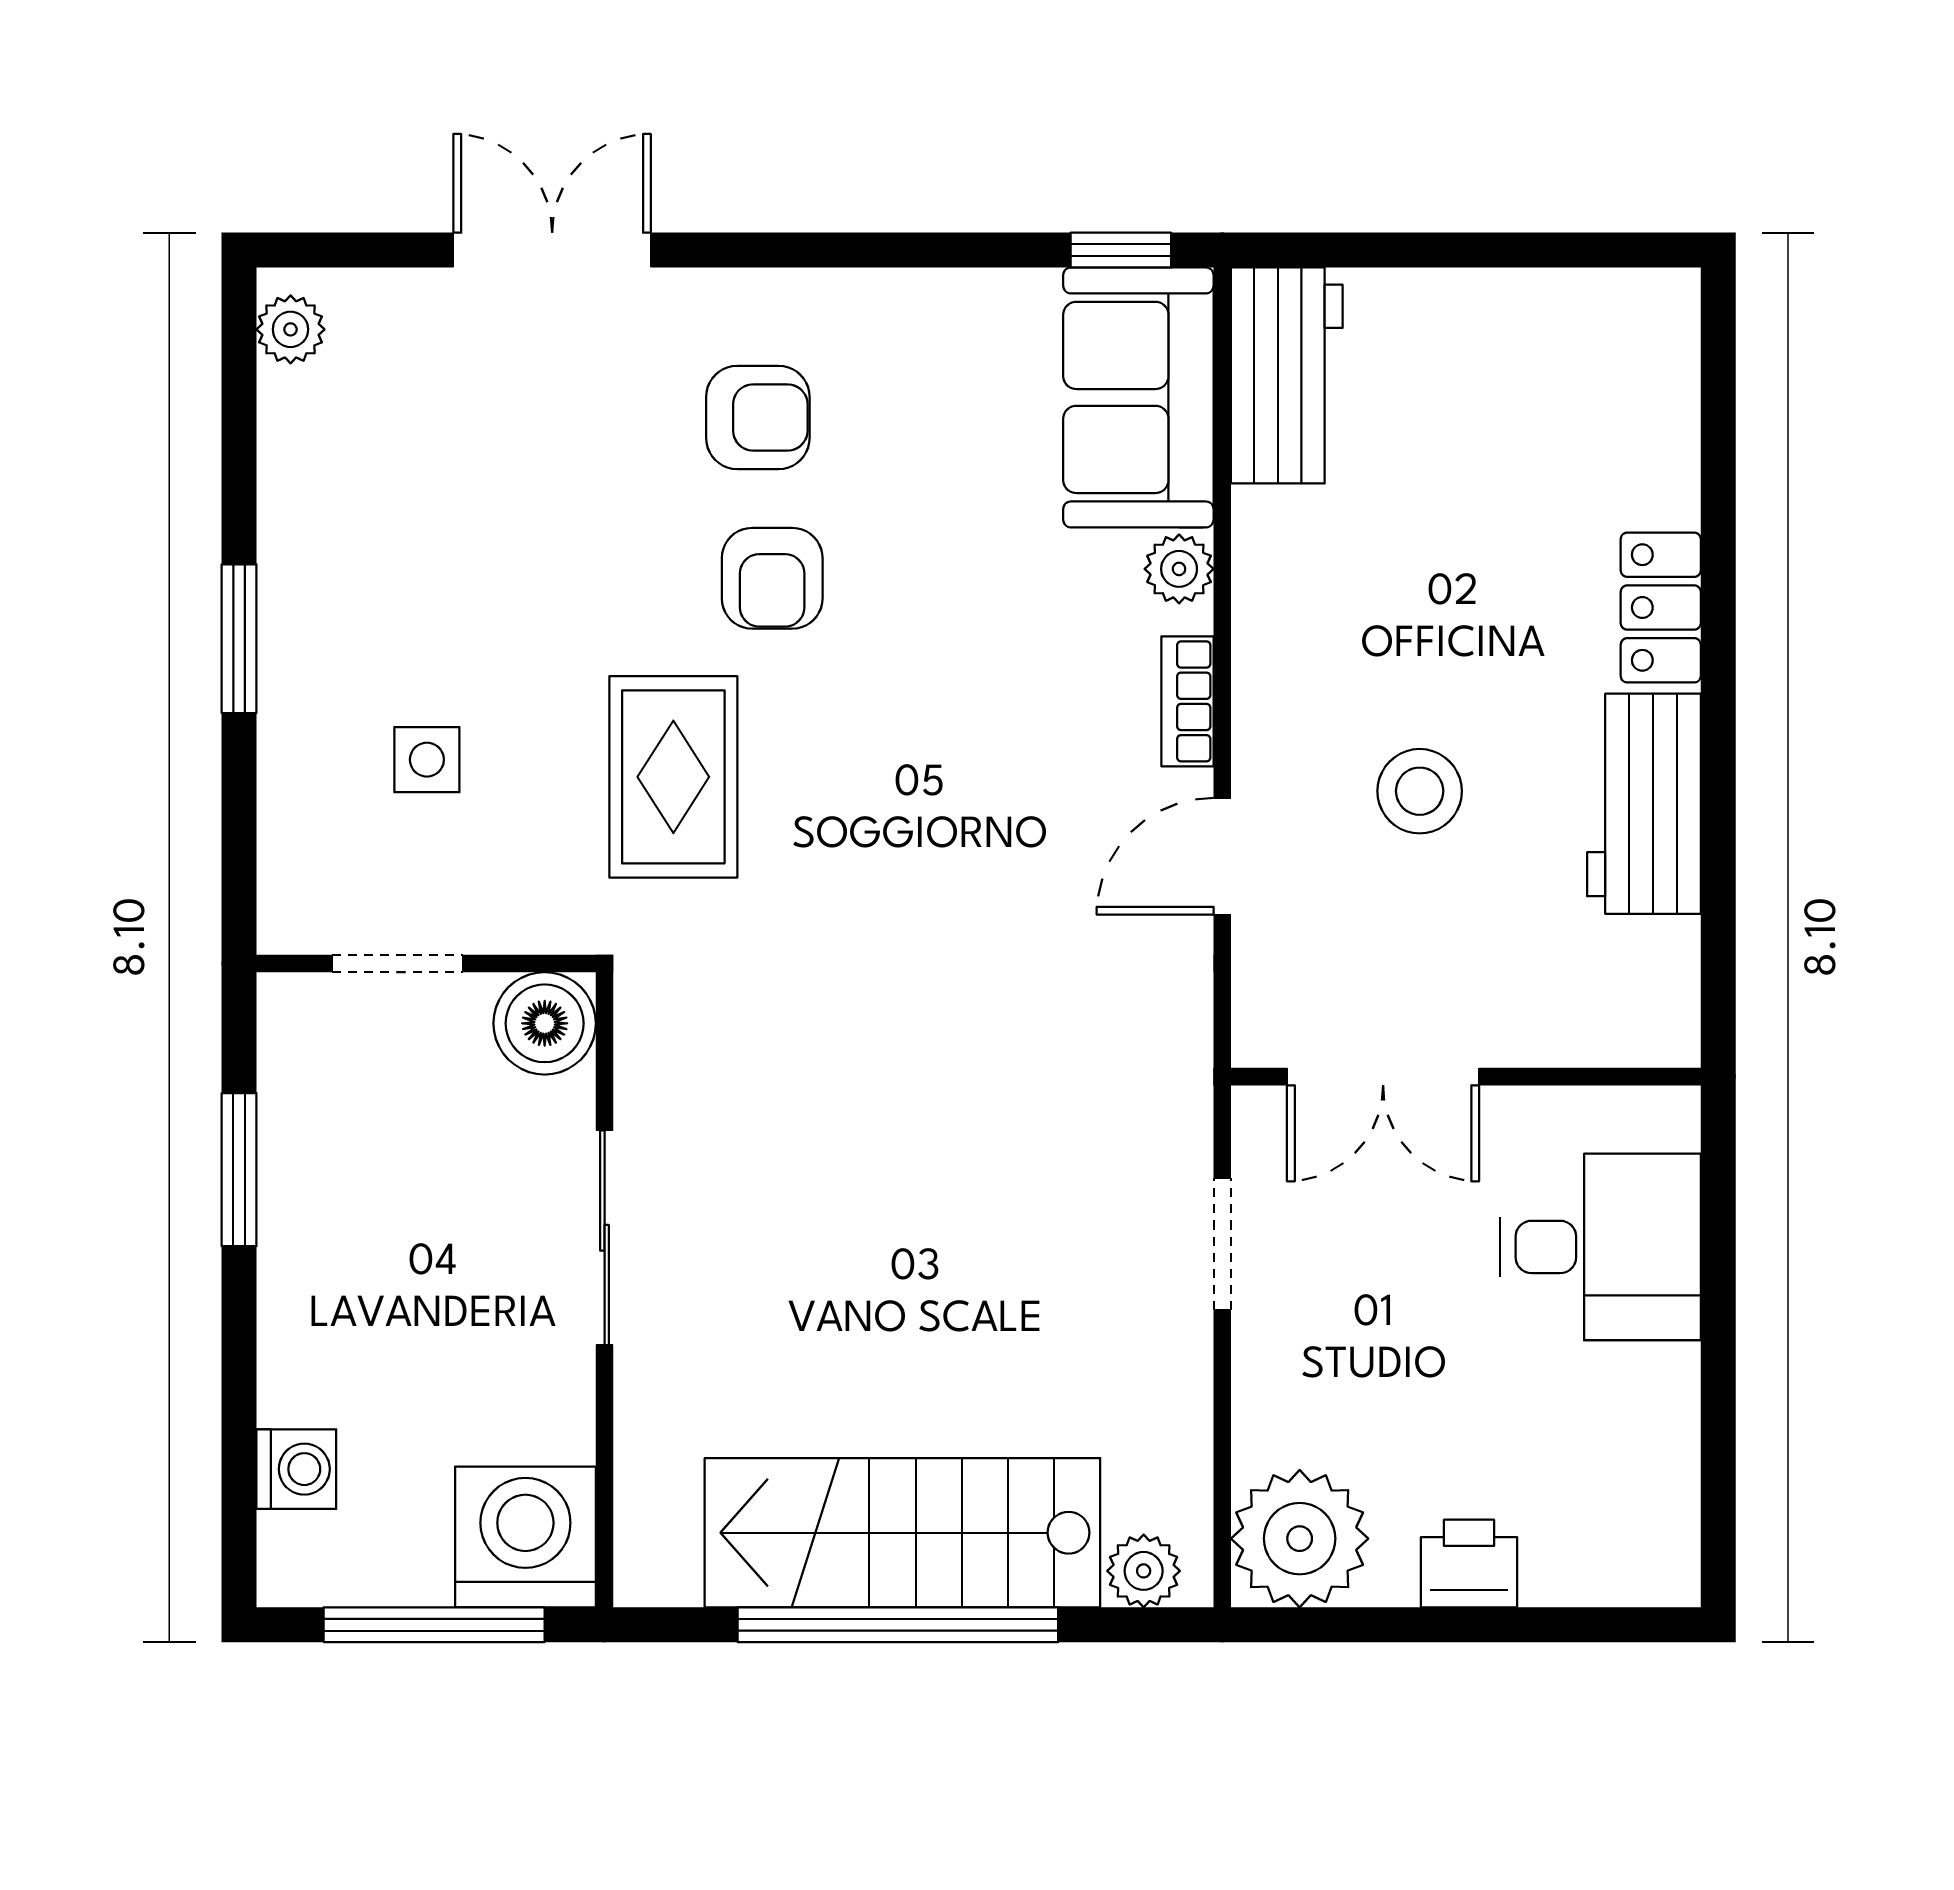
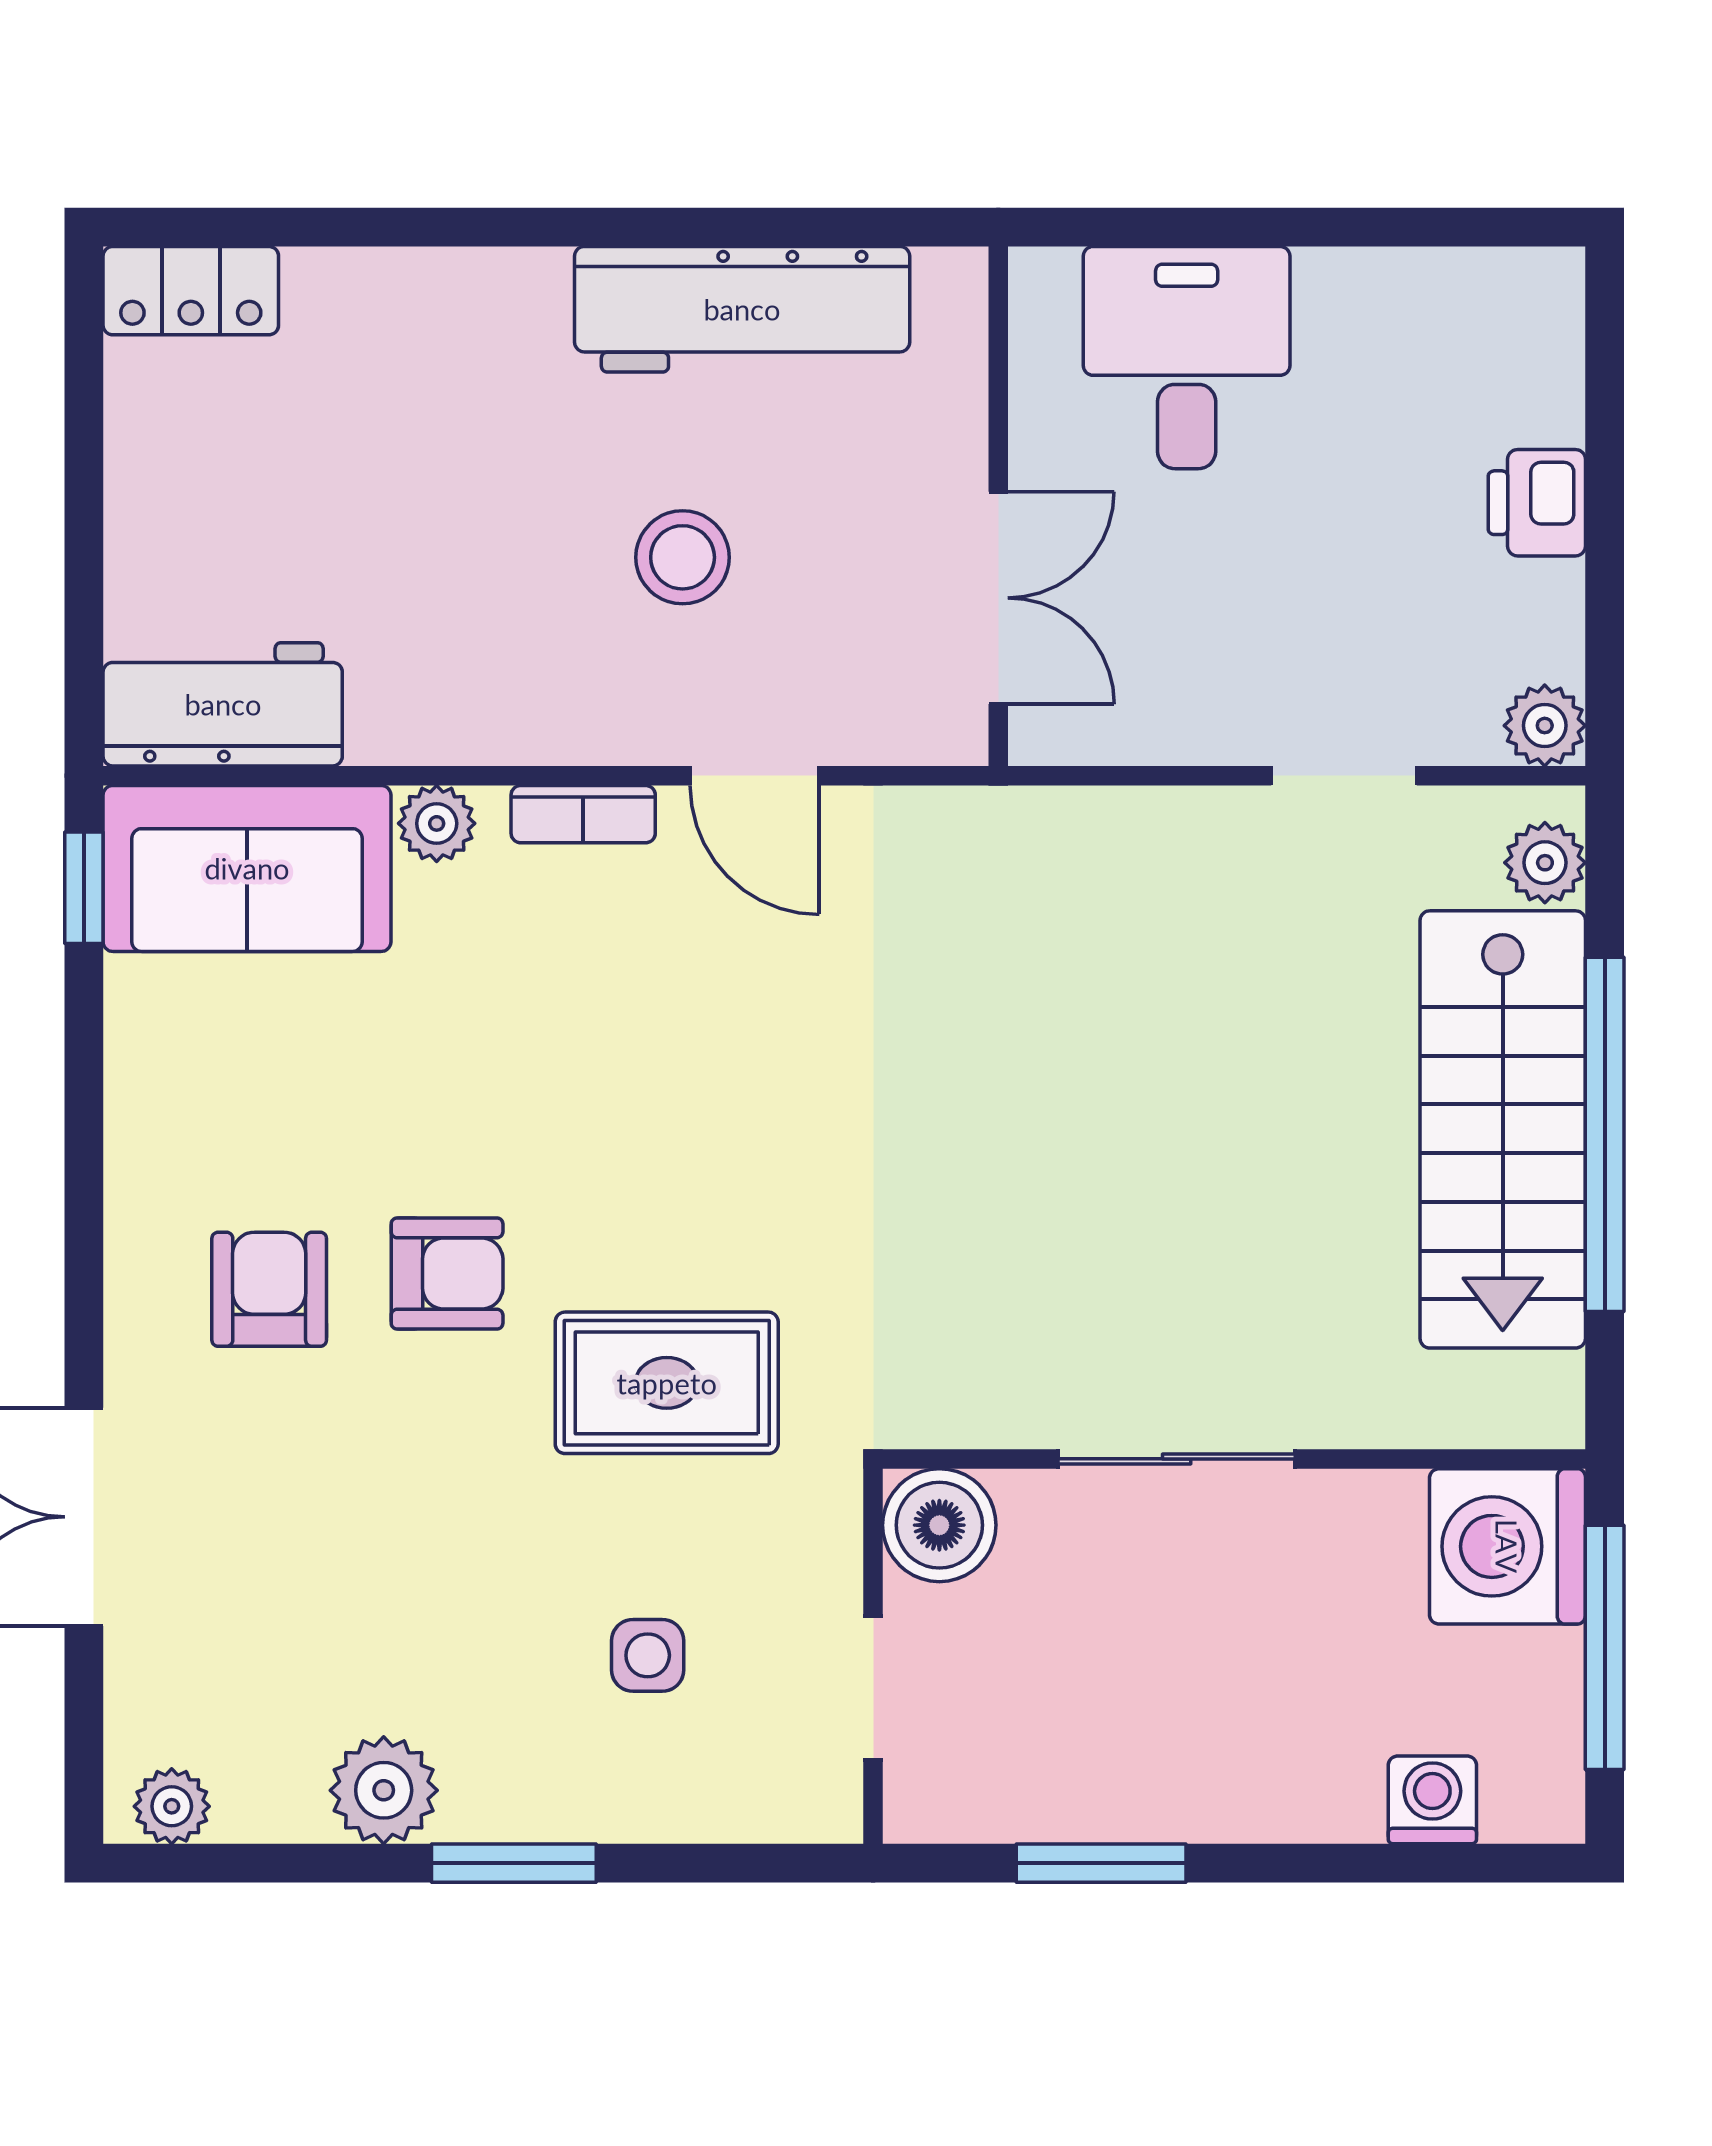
plant: (305, 521) -> (384, 1790), added
locker: (1661, 608) -> (191, 291), moved
workbench: (1644, 804) -> (742, 309), width x1.38
doorway: (1222, 1244) -> (1344, 776), moved
plant: (1300, 1539) -> (1545, 726), width x0.53, depth x0.53

